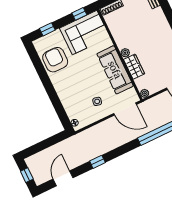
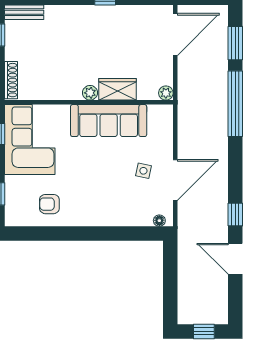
armchair: (55, 60) -> (49, 204), width x0.53, depth x0.53
door: (125, 109) -> (175, 180), moved
door: (63, 178) -> (235, 259), moved

